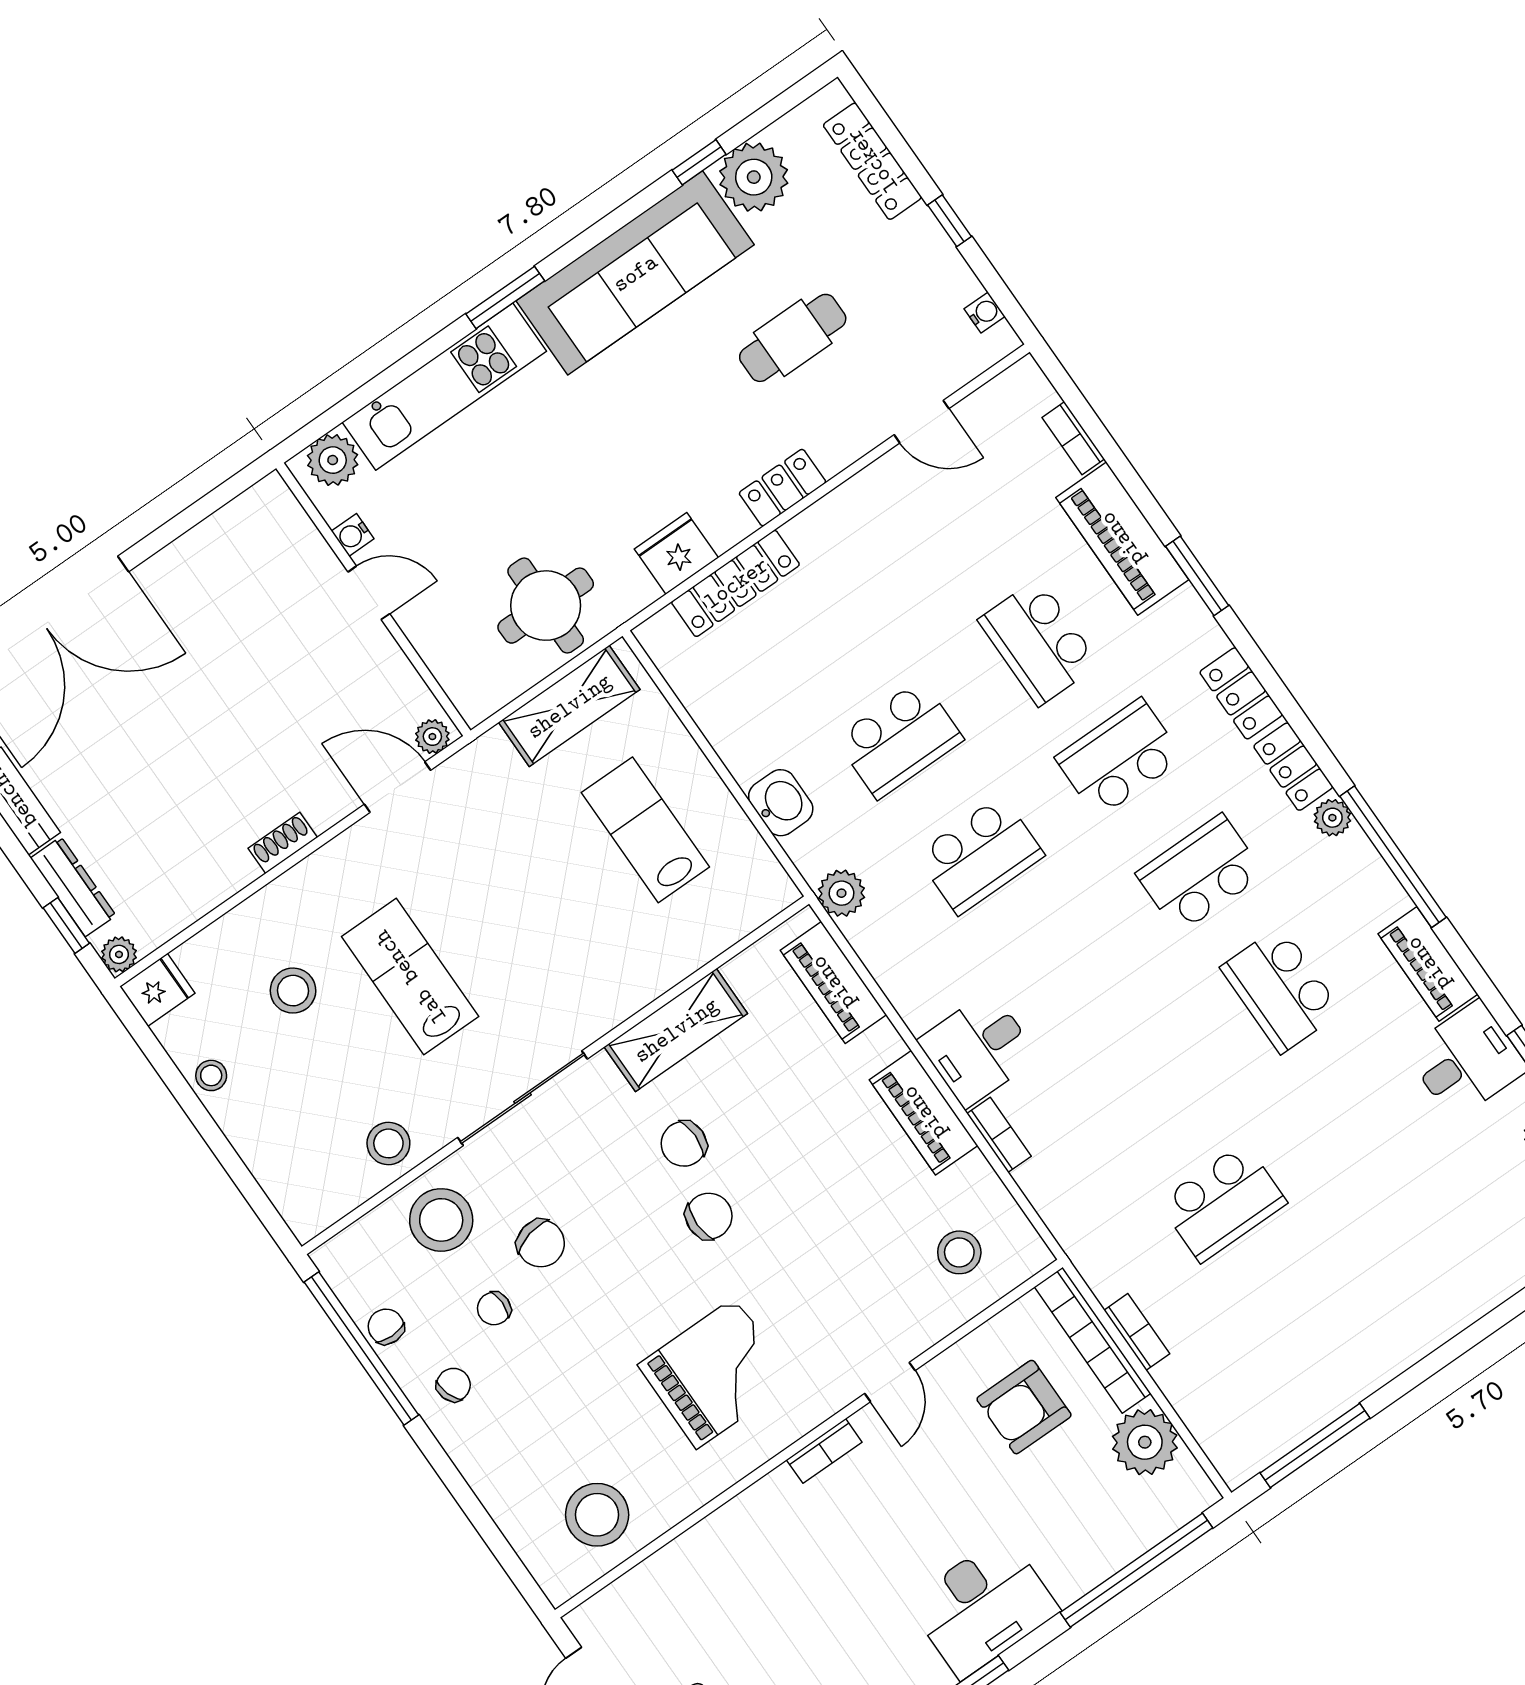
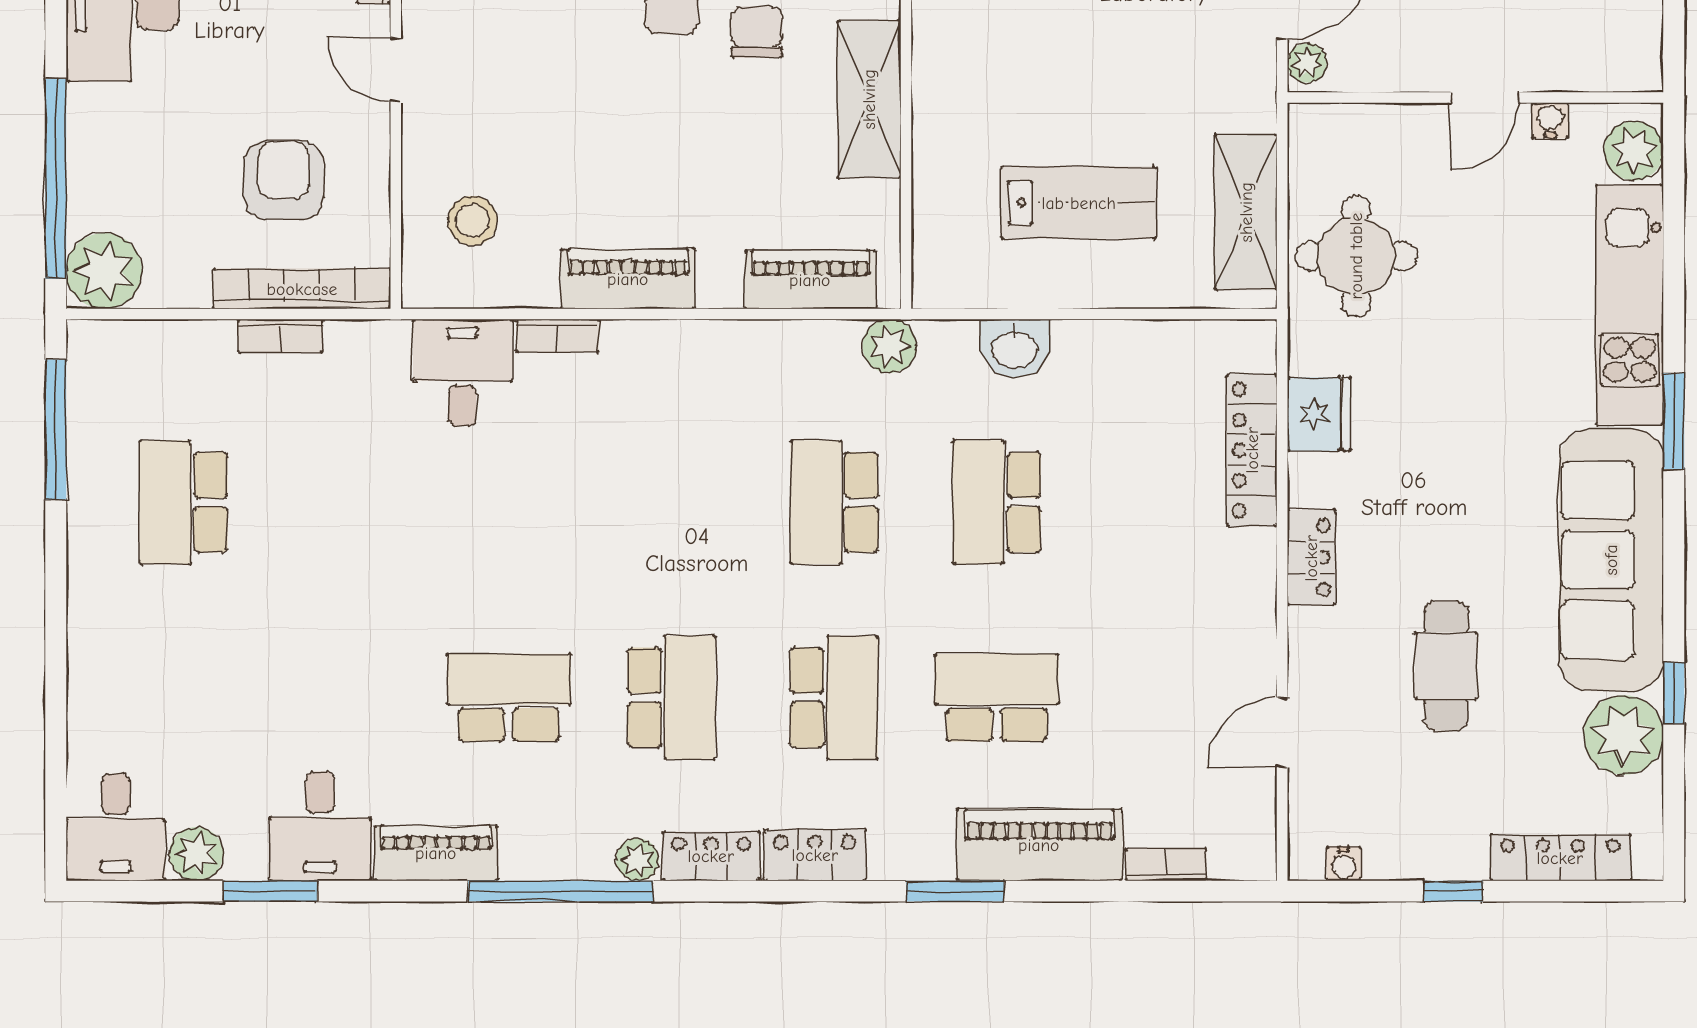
desk: (978, 1049) -> (462, 372), moved
school desk: (1223, 1202) -> (184, 502), moved
plant: (1145, 1442) -> (104, 271), moved

